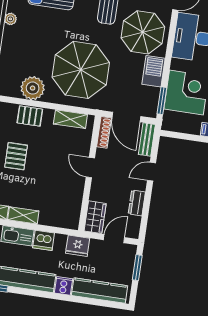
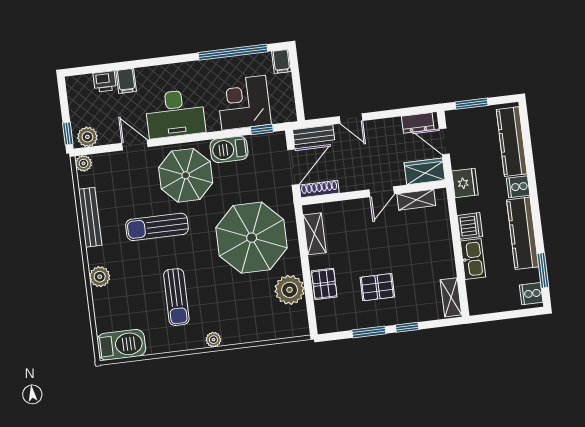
window: (162, 101) -> (262, 129), width x0.67
door: (90, 168) -> (382, 192), moved
dresser: (137, 203) -> (418, 123), moved
shelving: (23, 215) -> (416, 200), moved, turned 90

